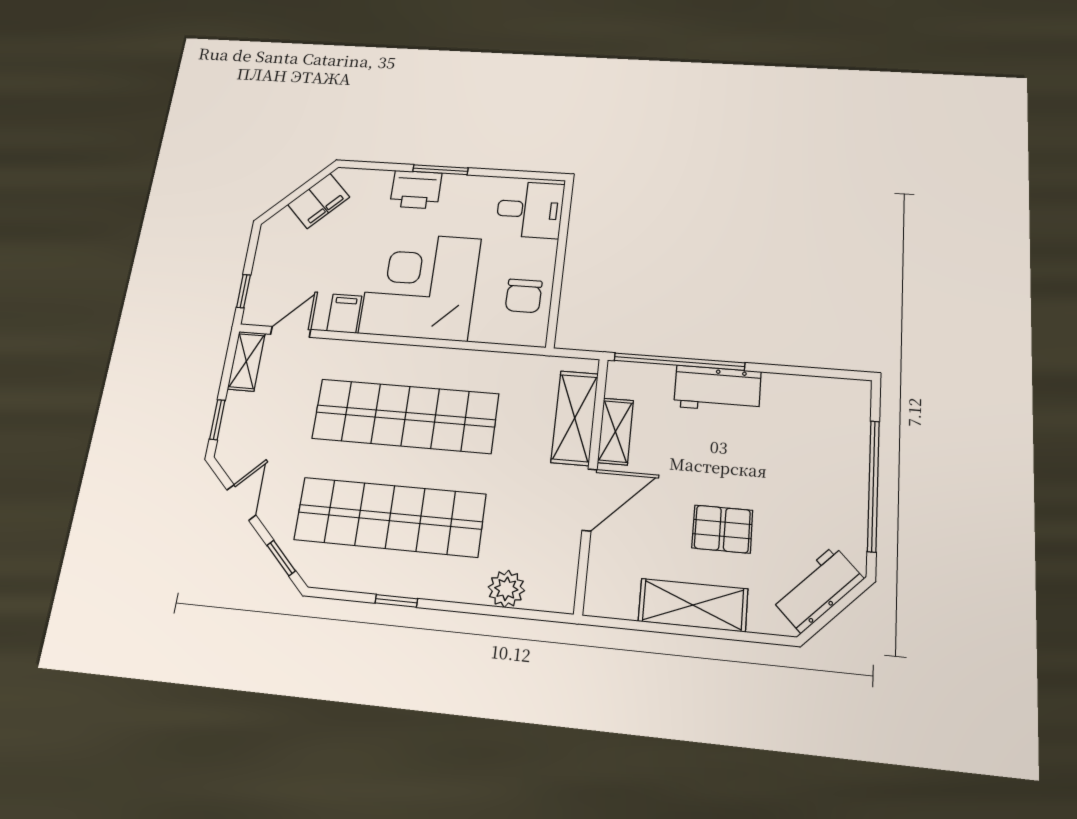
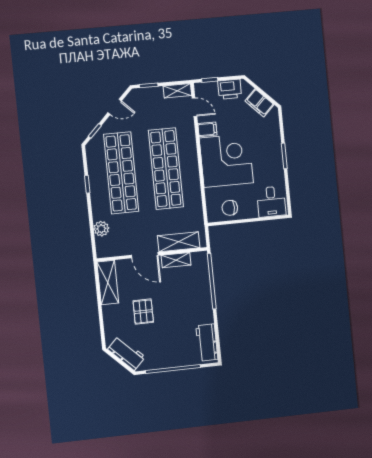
printer: (416, 190) -> (230, 89), moved, turned -90
workbench: (717, 389) -> (207, 343), moved
shelving: (693, 605) -> (108, 282), moved

